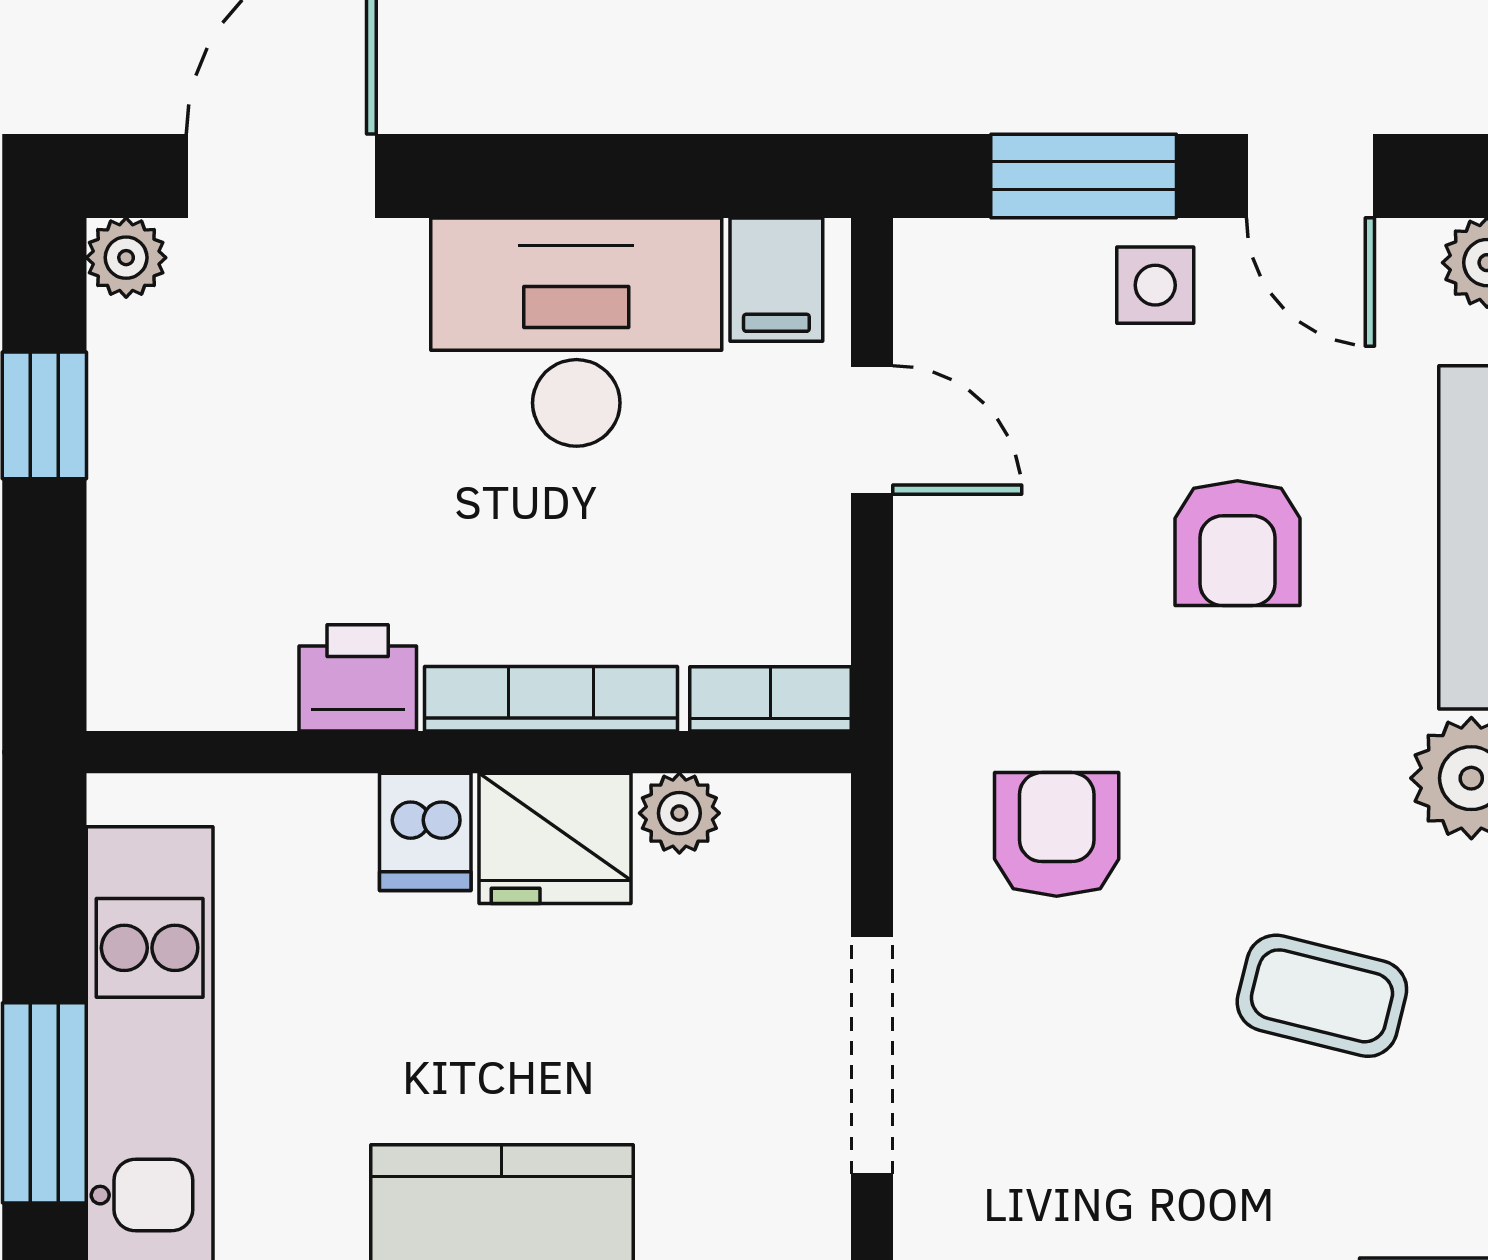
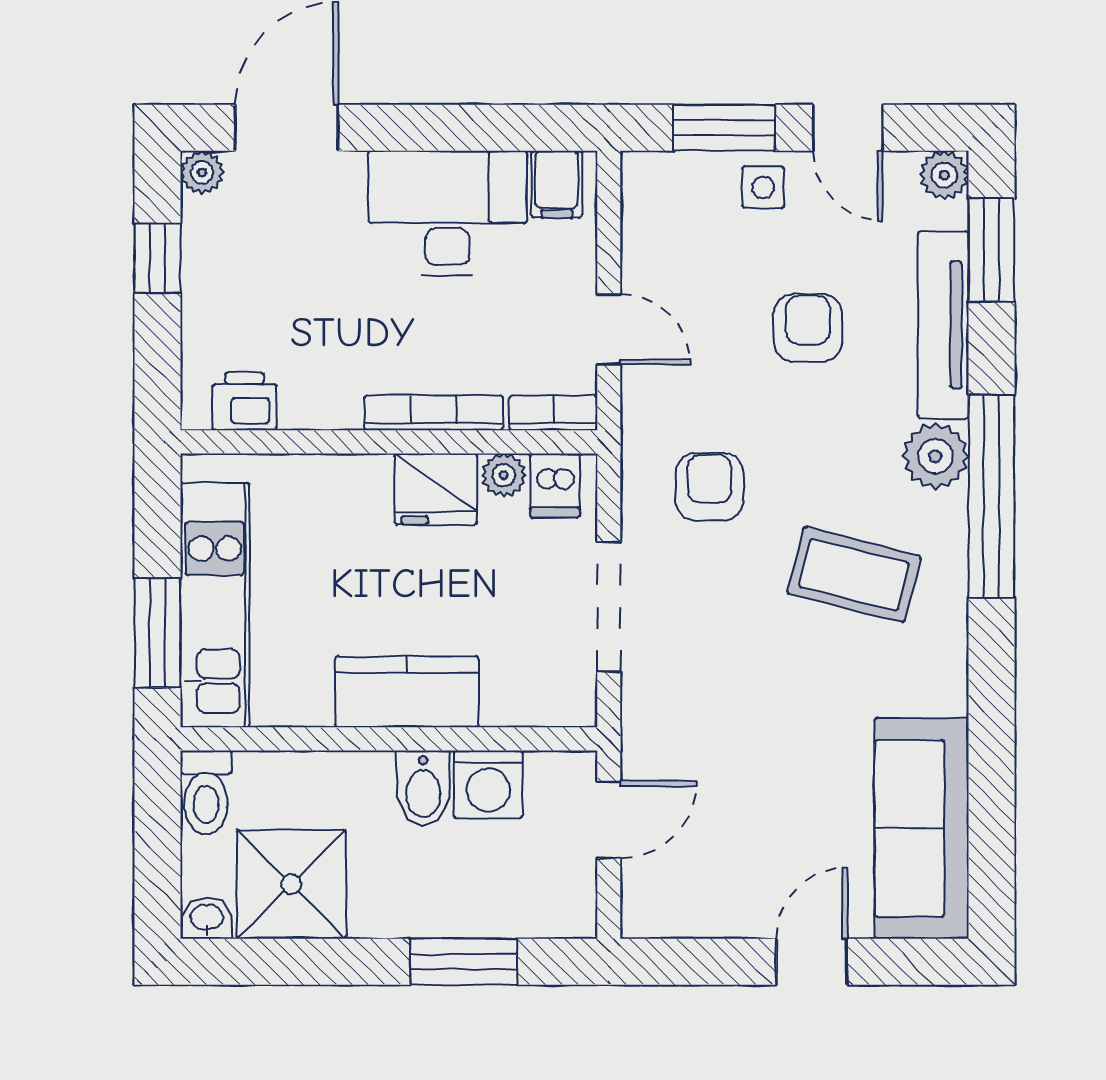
door: (872, 430) -> (609, 329), moved
armchair: (1237, 543) -> (808, 328), turned 180
printer: (358, 678) -> (244, 401), moved
dishwasher: (425, 832) -> (555, 485), moved
coffee table: (1322, 996) -> (854, 575), width x1.36, depth x1.30

